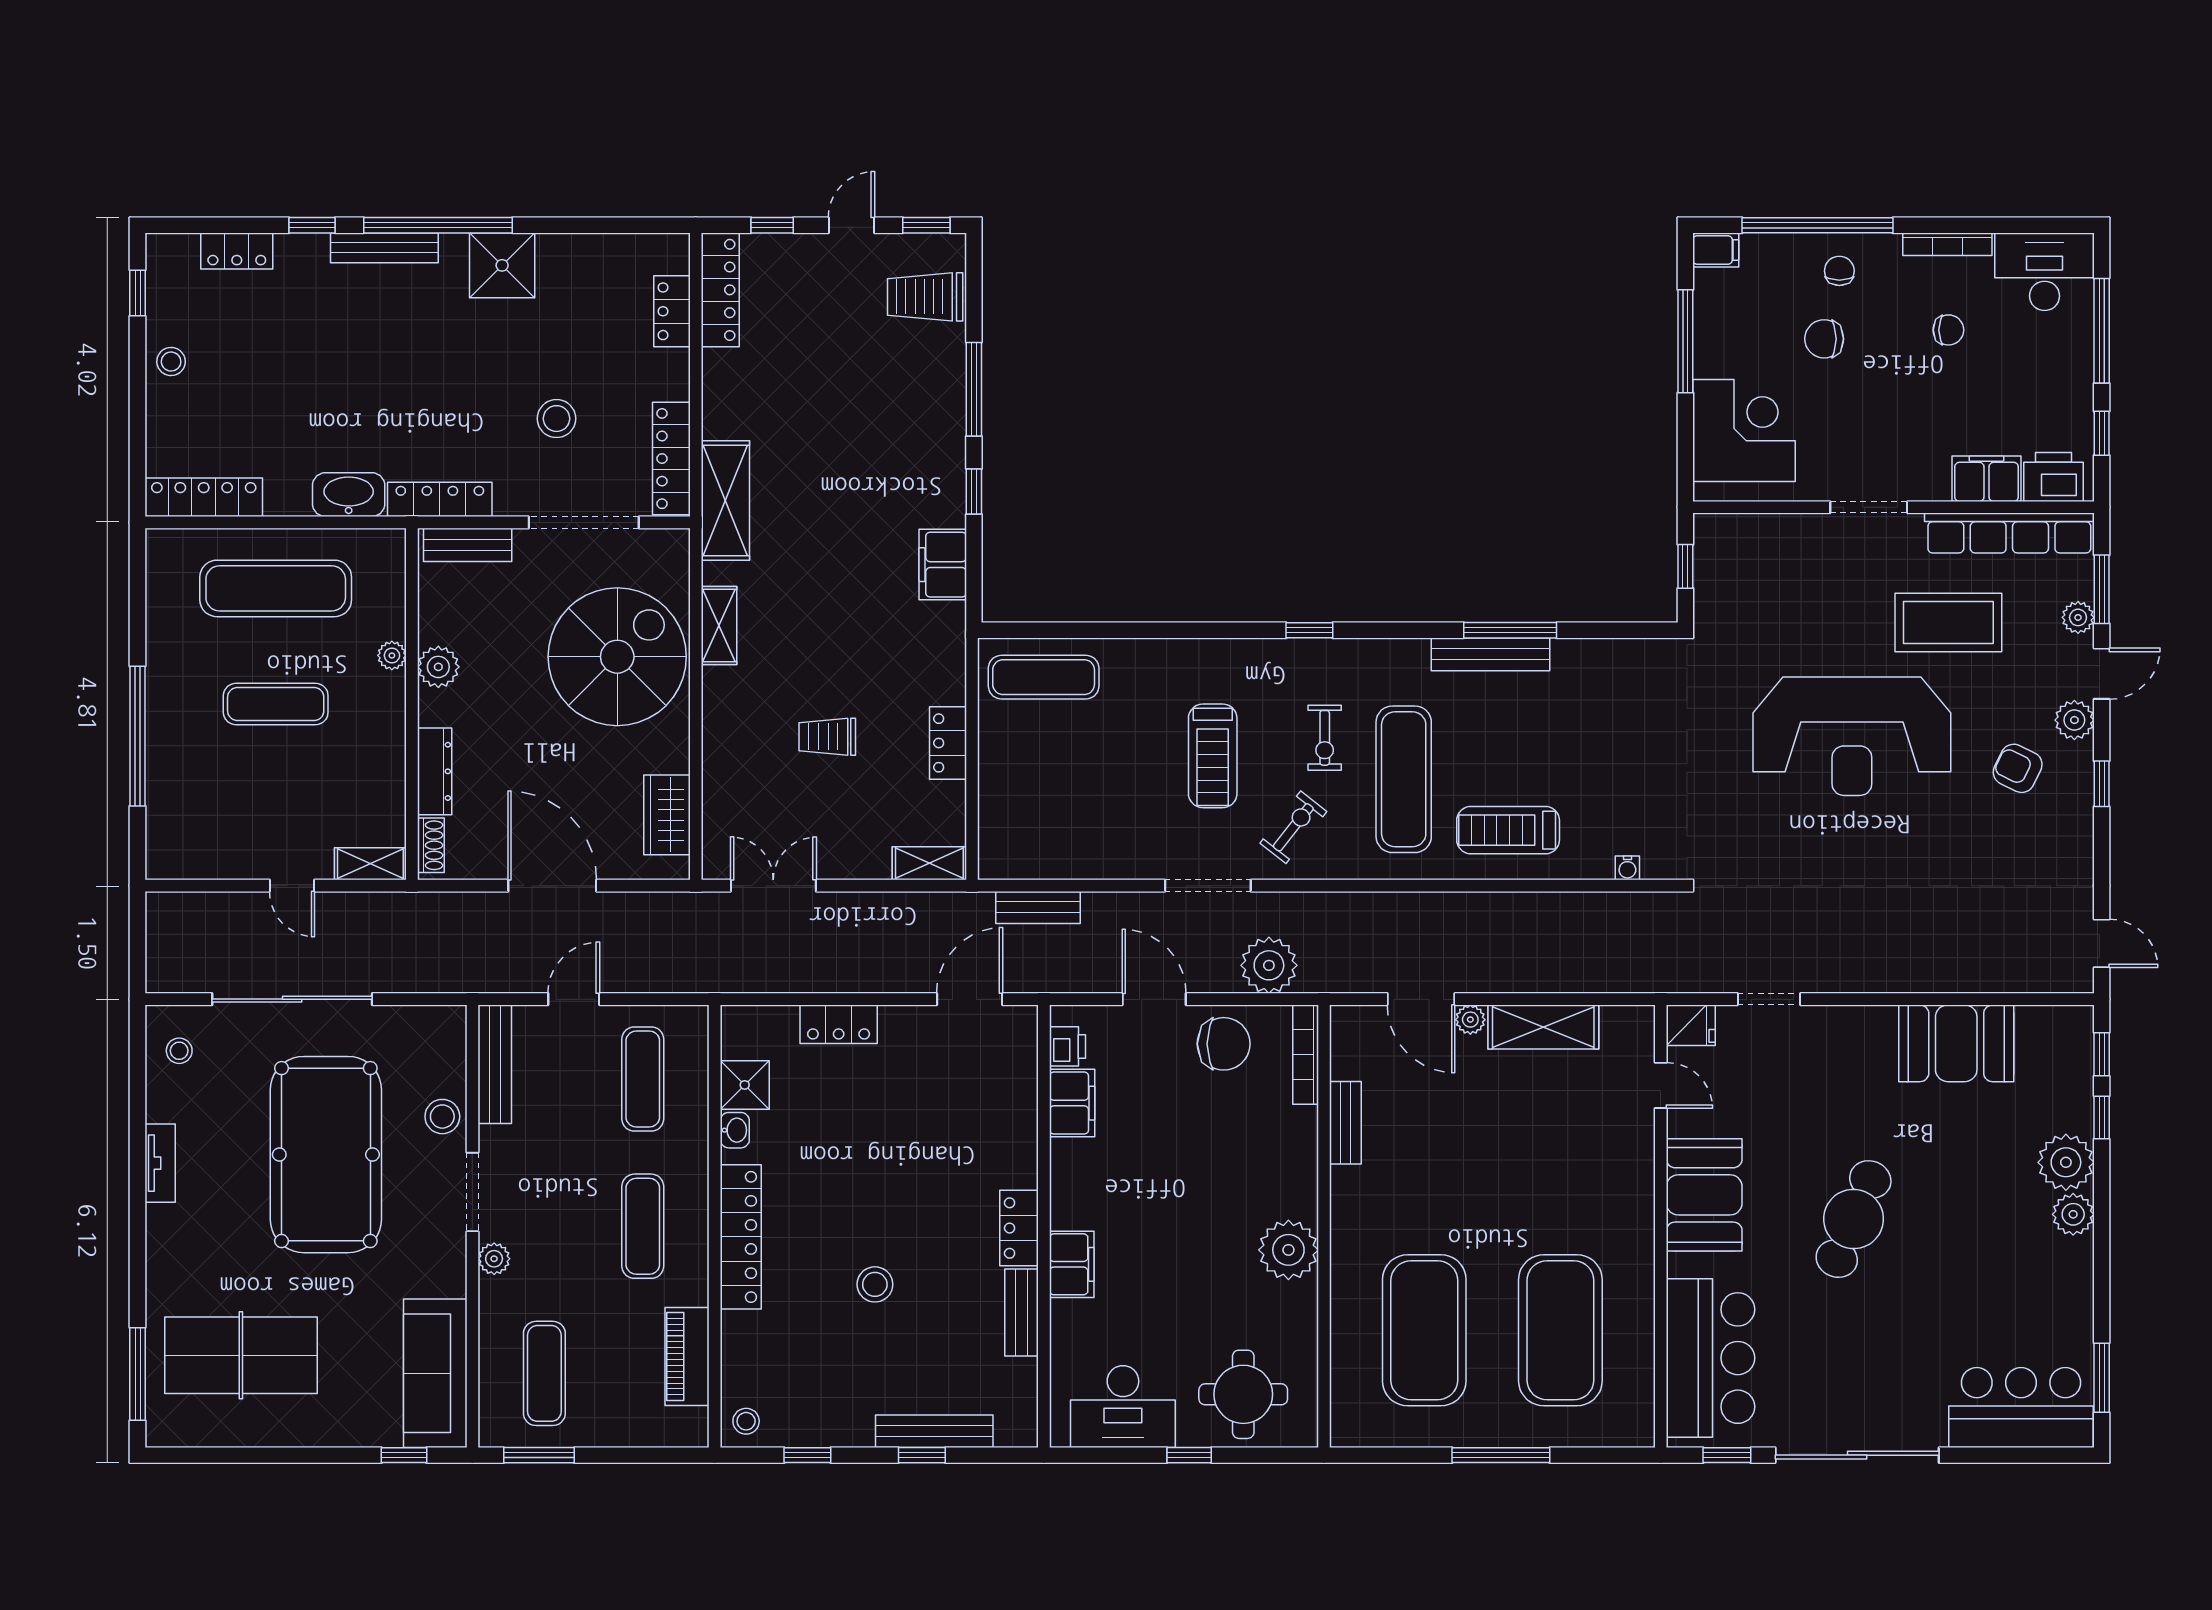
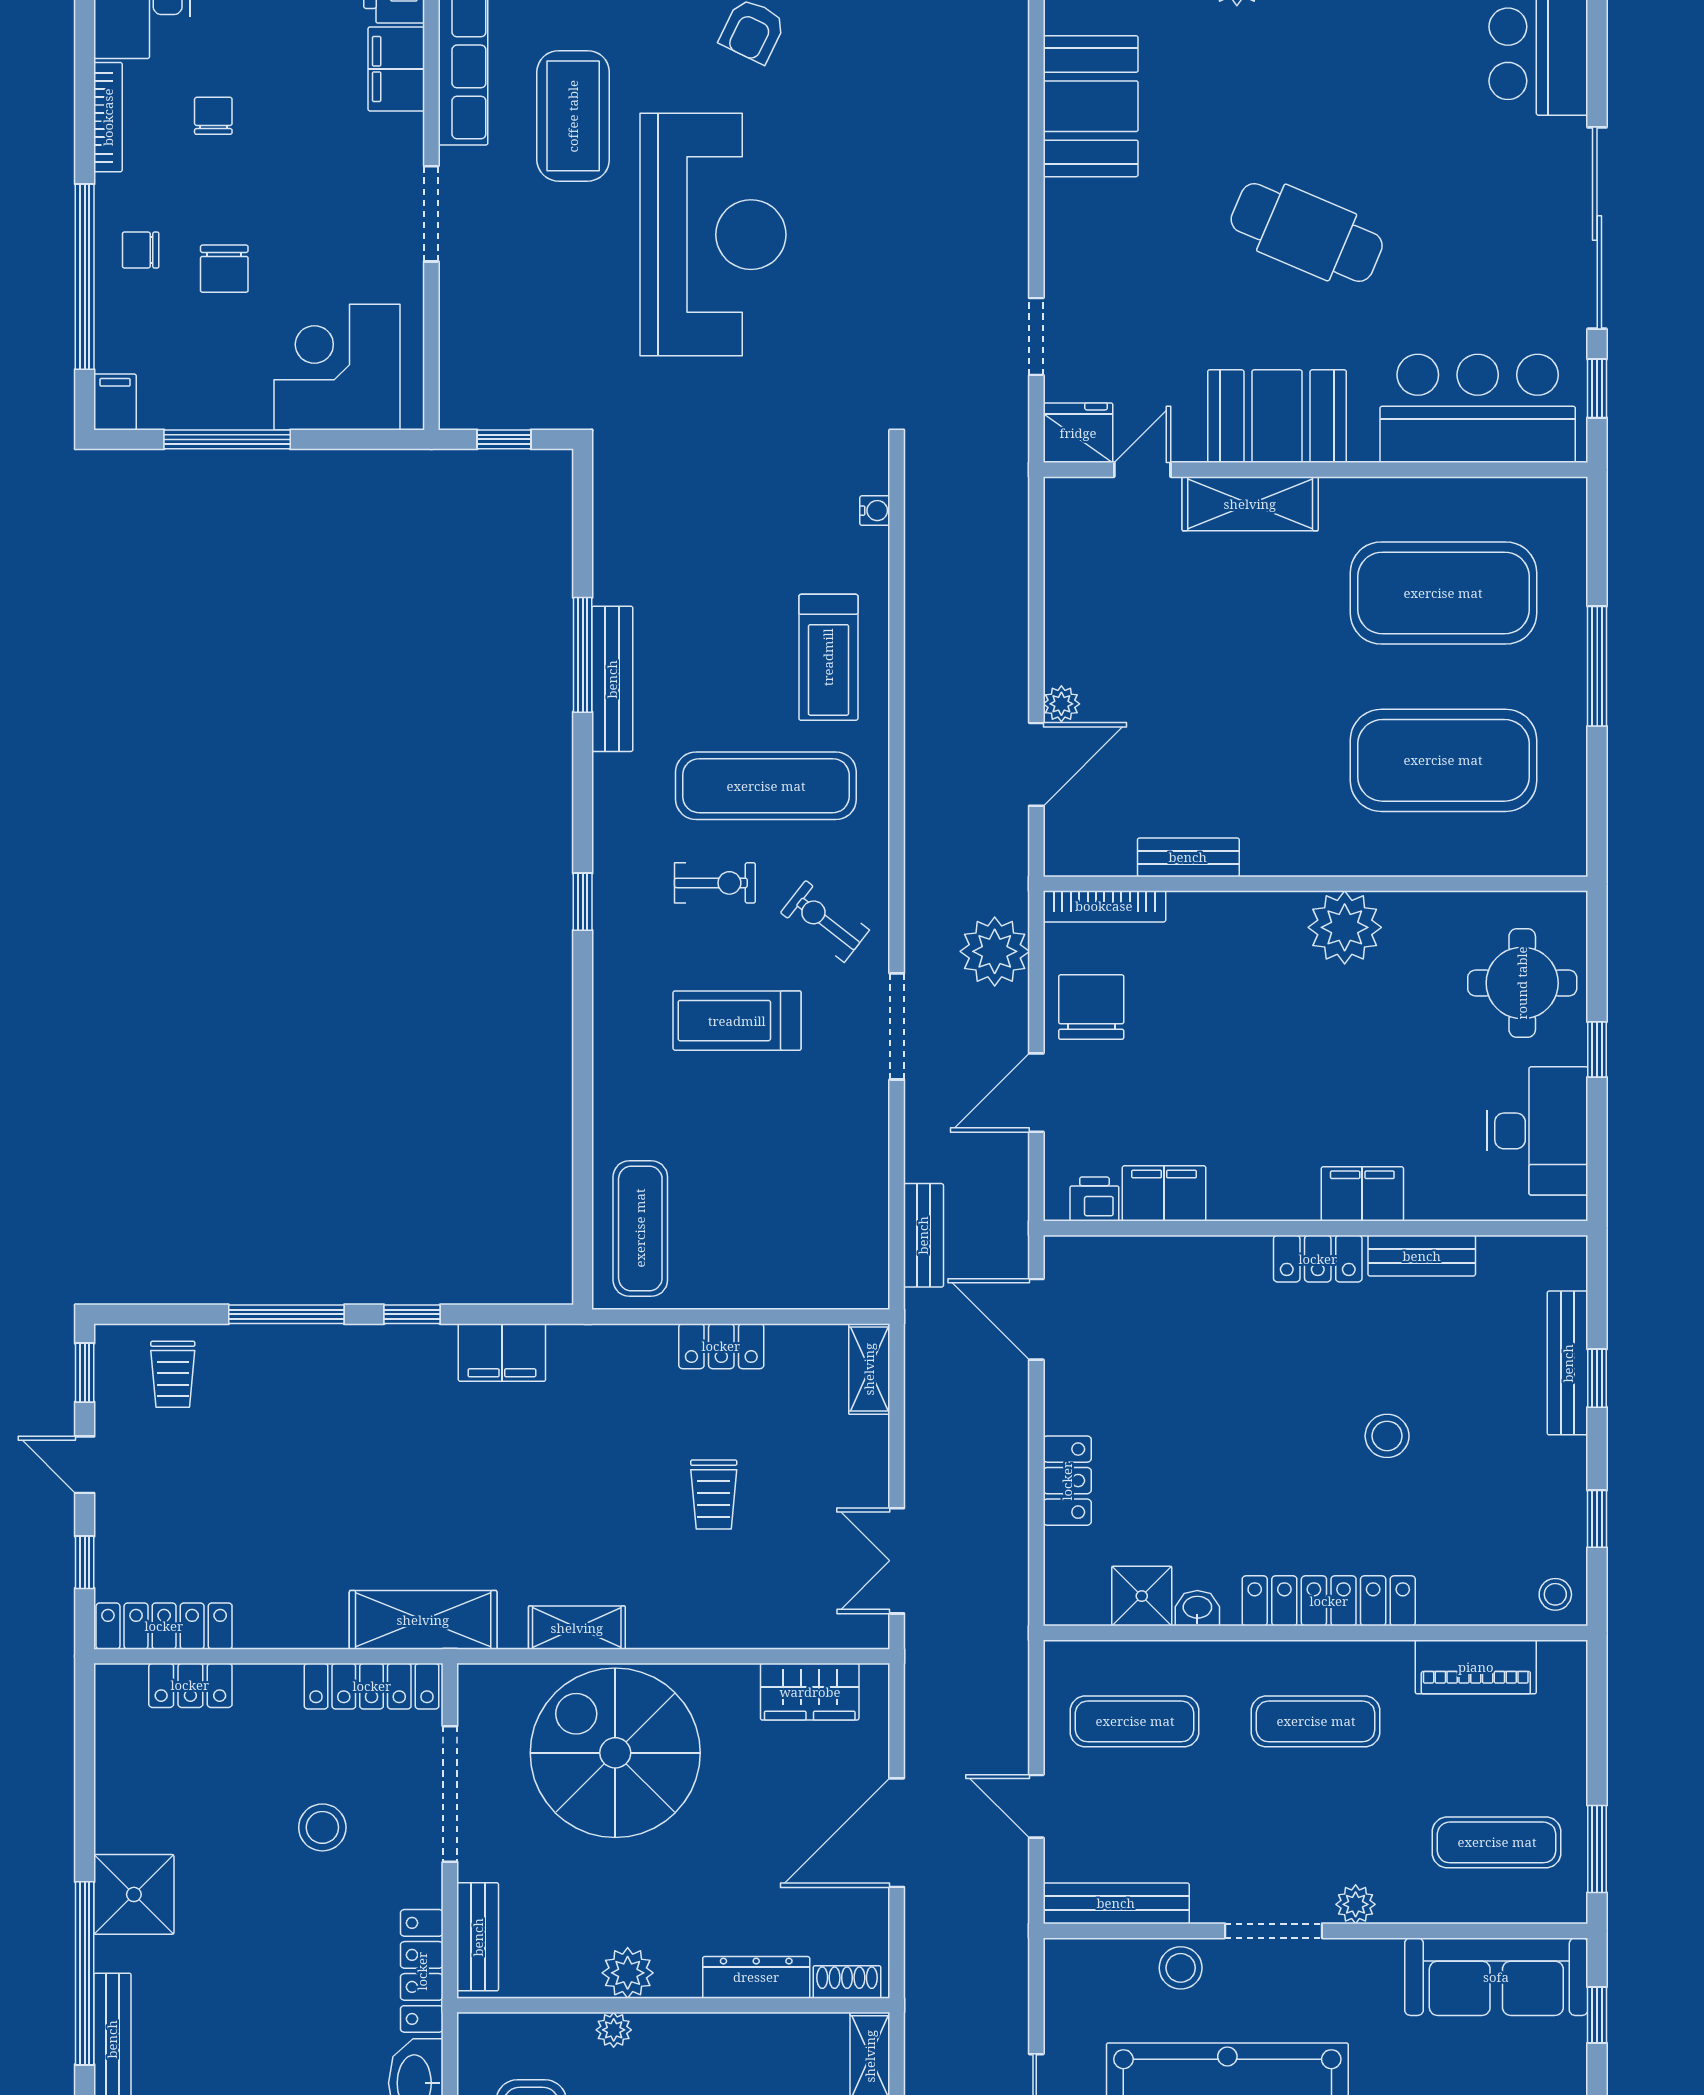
trolley: (925, 297) -> (173, 1374), width x0.73, depth x0.72
treadmill: (1213, 756) -> (737, 1021), turned 180
fridge: (1691, 1025) -> (1078, 433), width x1.38
shelving: (1543, 1027) -> (1250, 504), moved, turned 90

